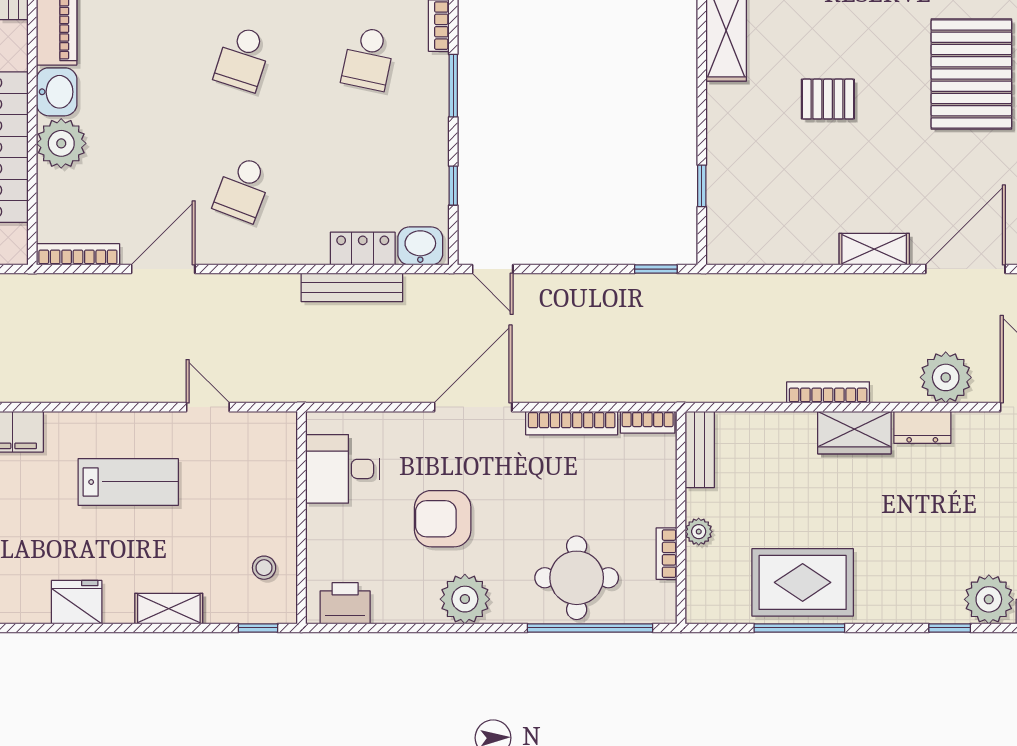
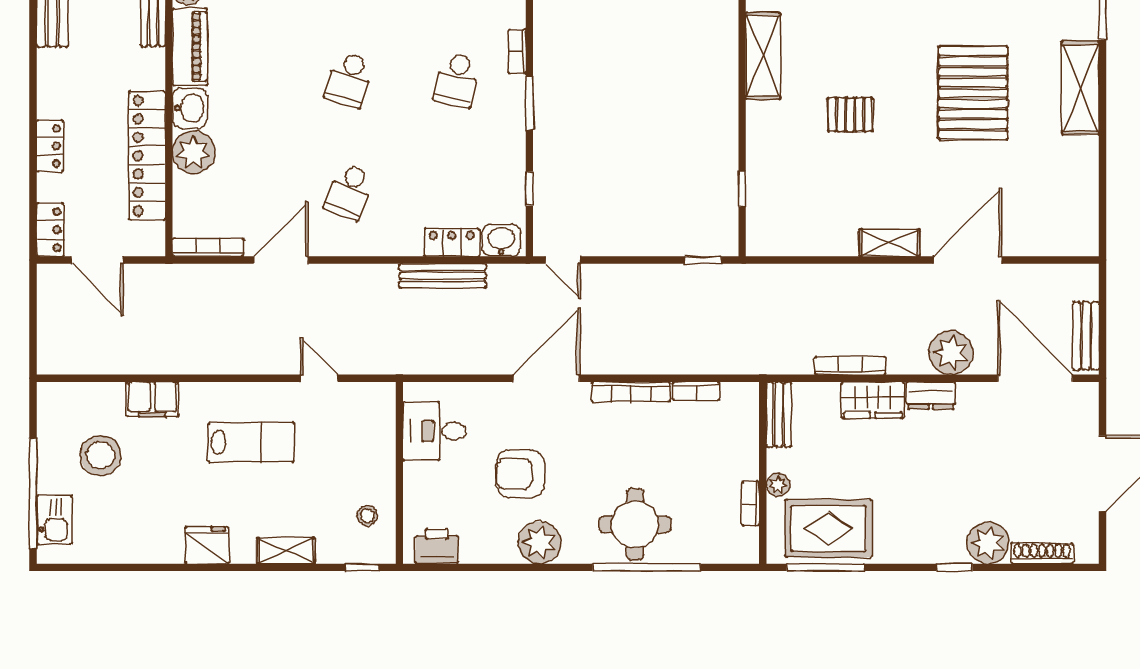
bench: (700, 449) -> (779, 414), moved
wall: (681, 518) -> (763, 473), moved
plant: (699, 532) -> (778, 485), moved
bookcase: (667, 554) -> (750, 504), moved

